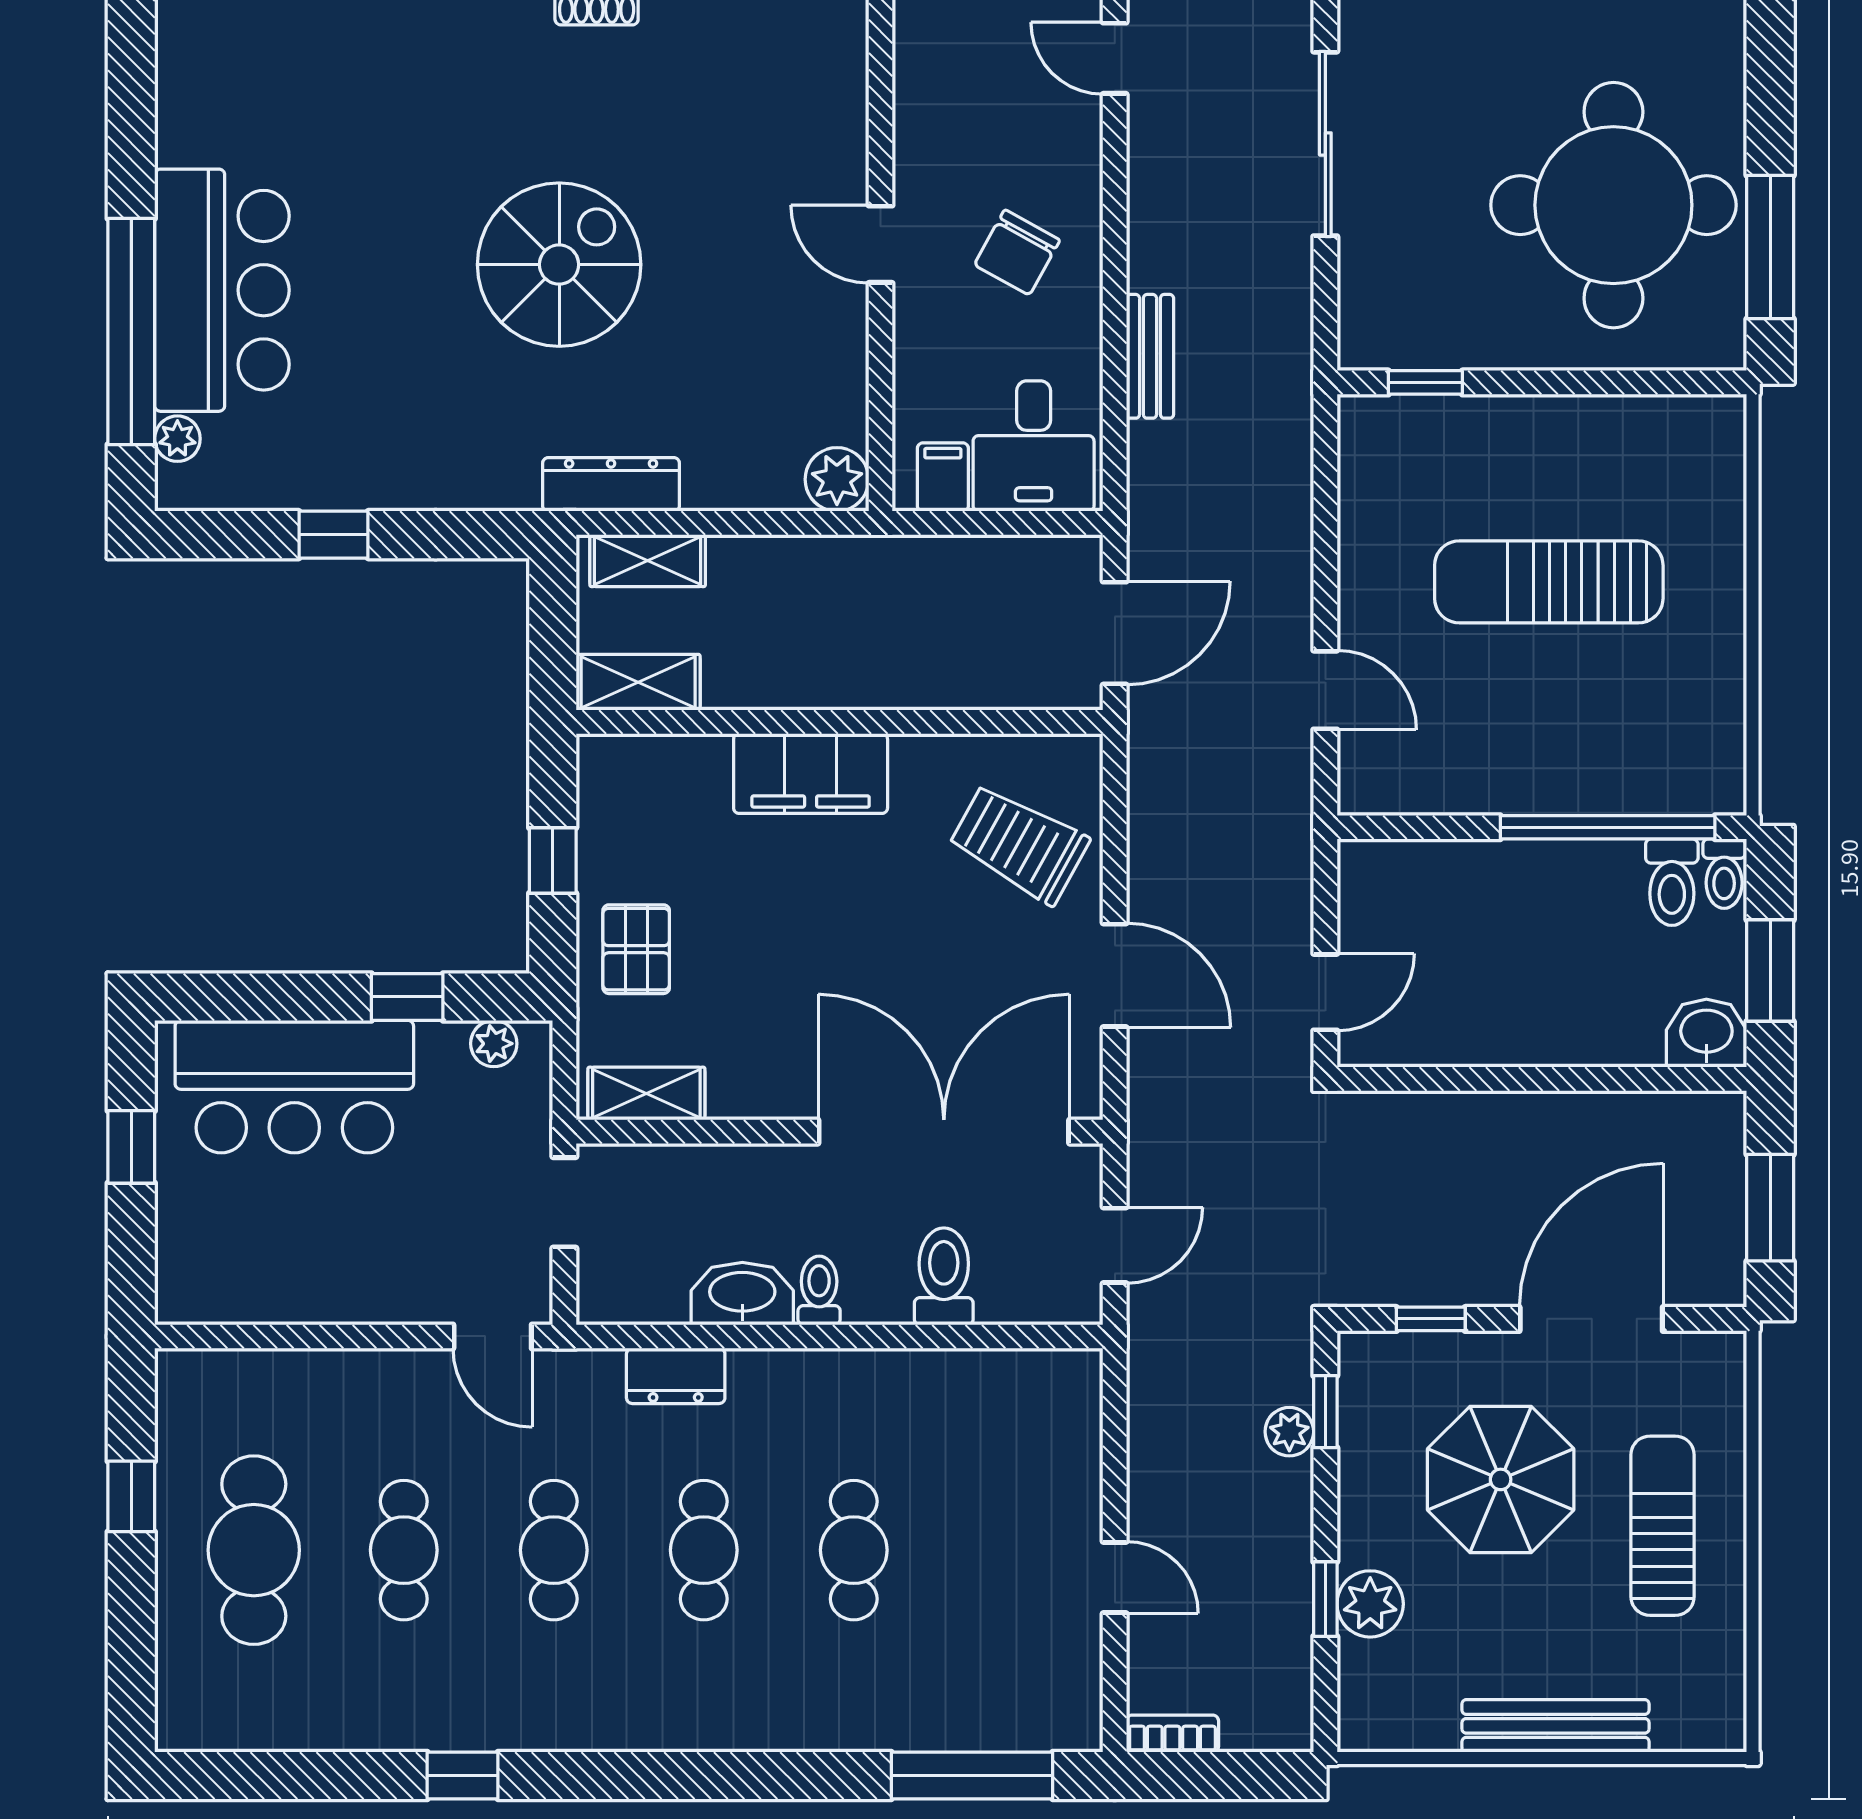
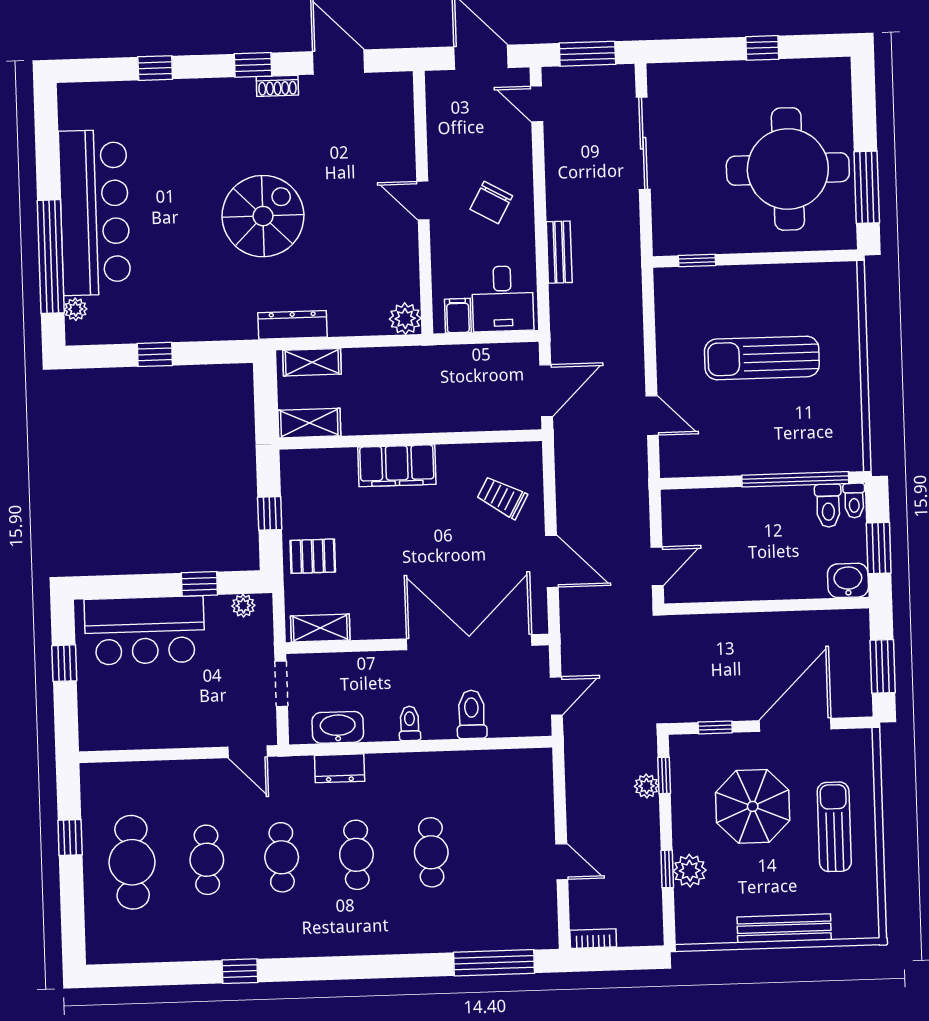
bar counter: (222, 290) -> (95, 212), width x1.36
trolley: (1019, 844) -> (502, 497), width x0.73, depth x0.72
pallet: (636, 949) -> (313, 556), turned 90
washbasin: (742, 1294) -> (338, 727), moved

